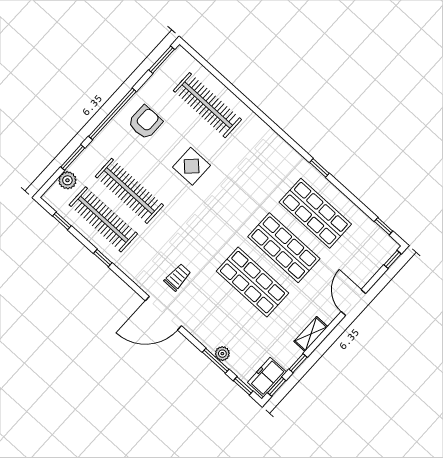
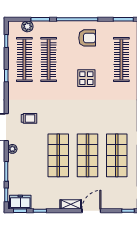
shelving: (311, 334) -> (71, 204), moved
plant: (222, 354) -> (12, 149), moved

